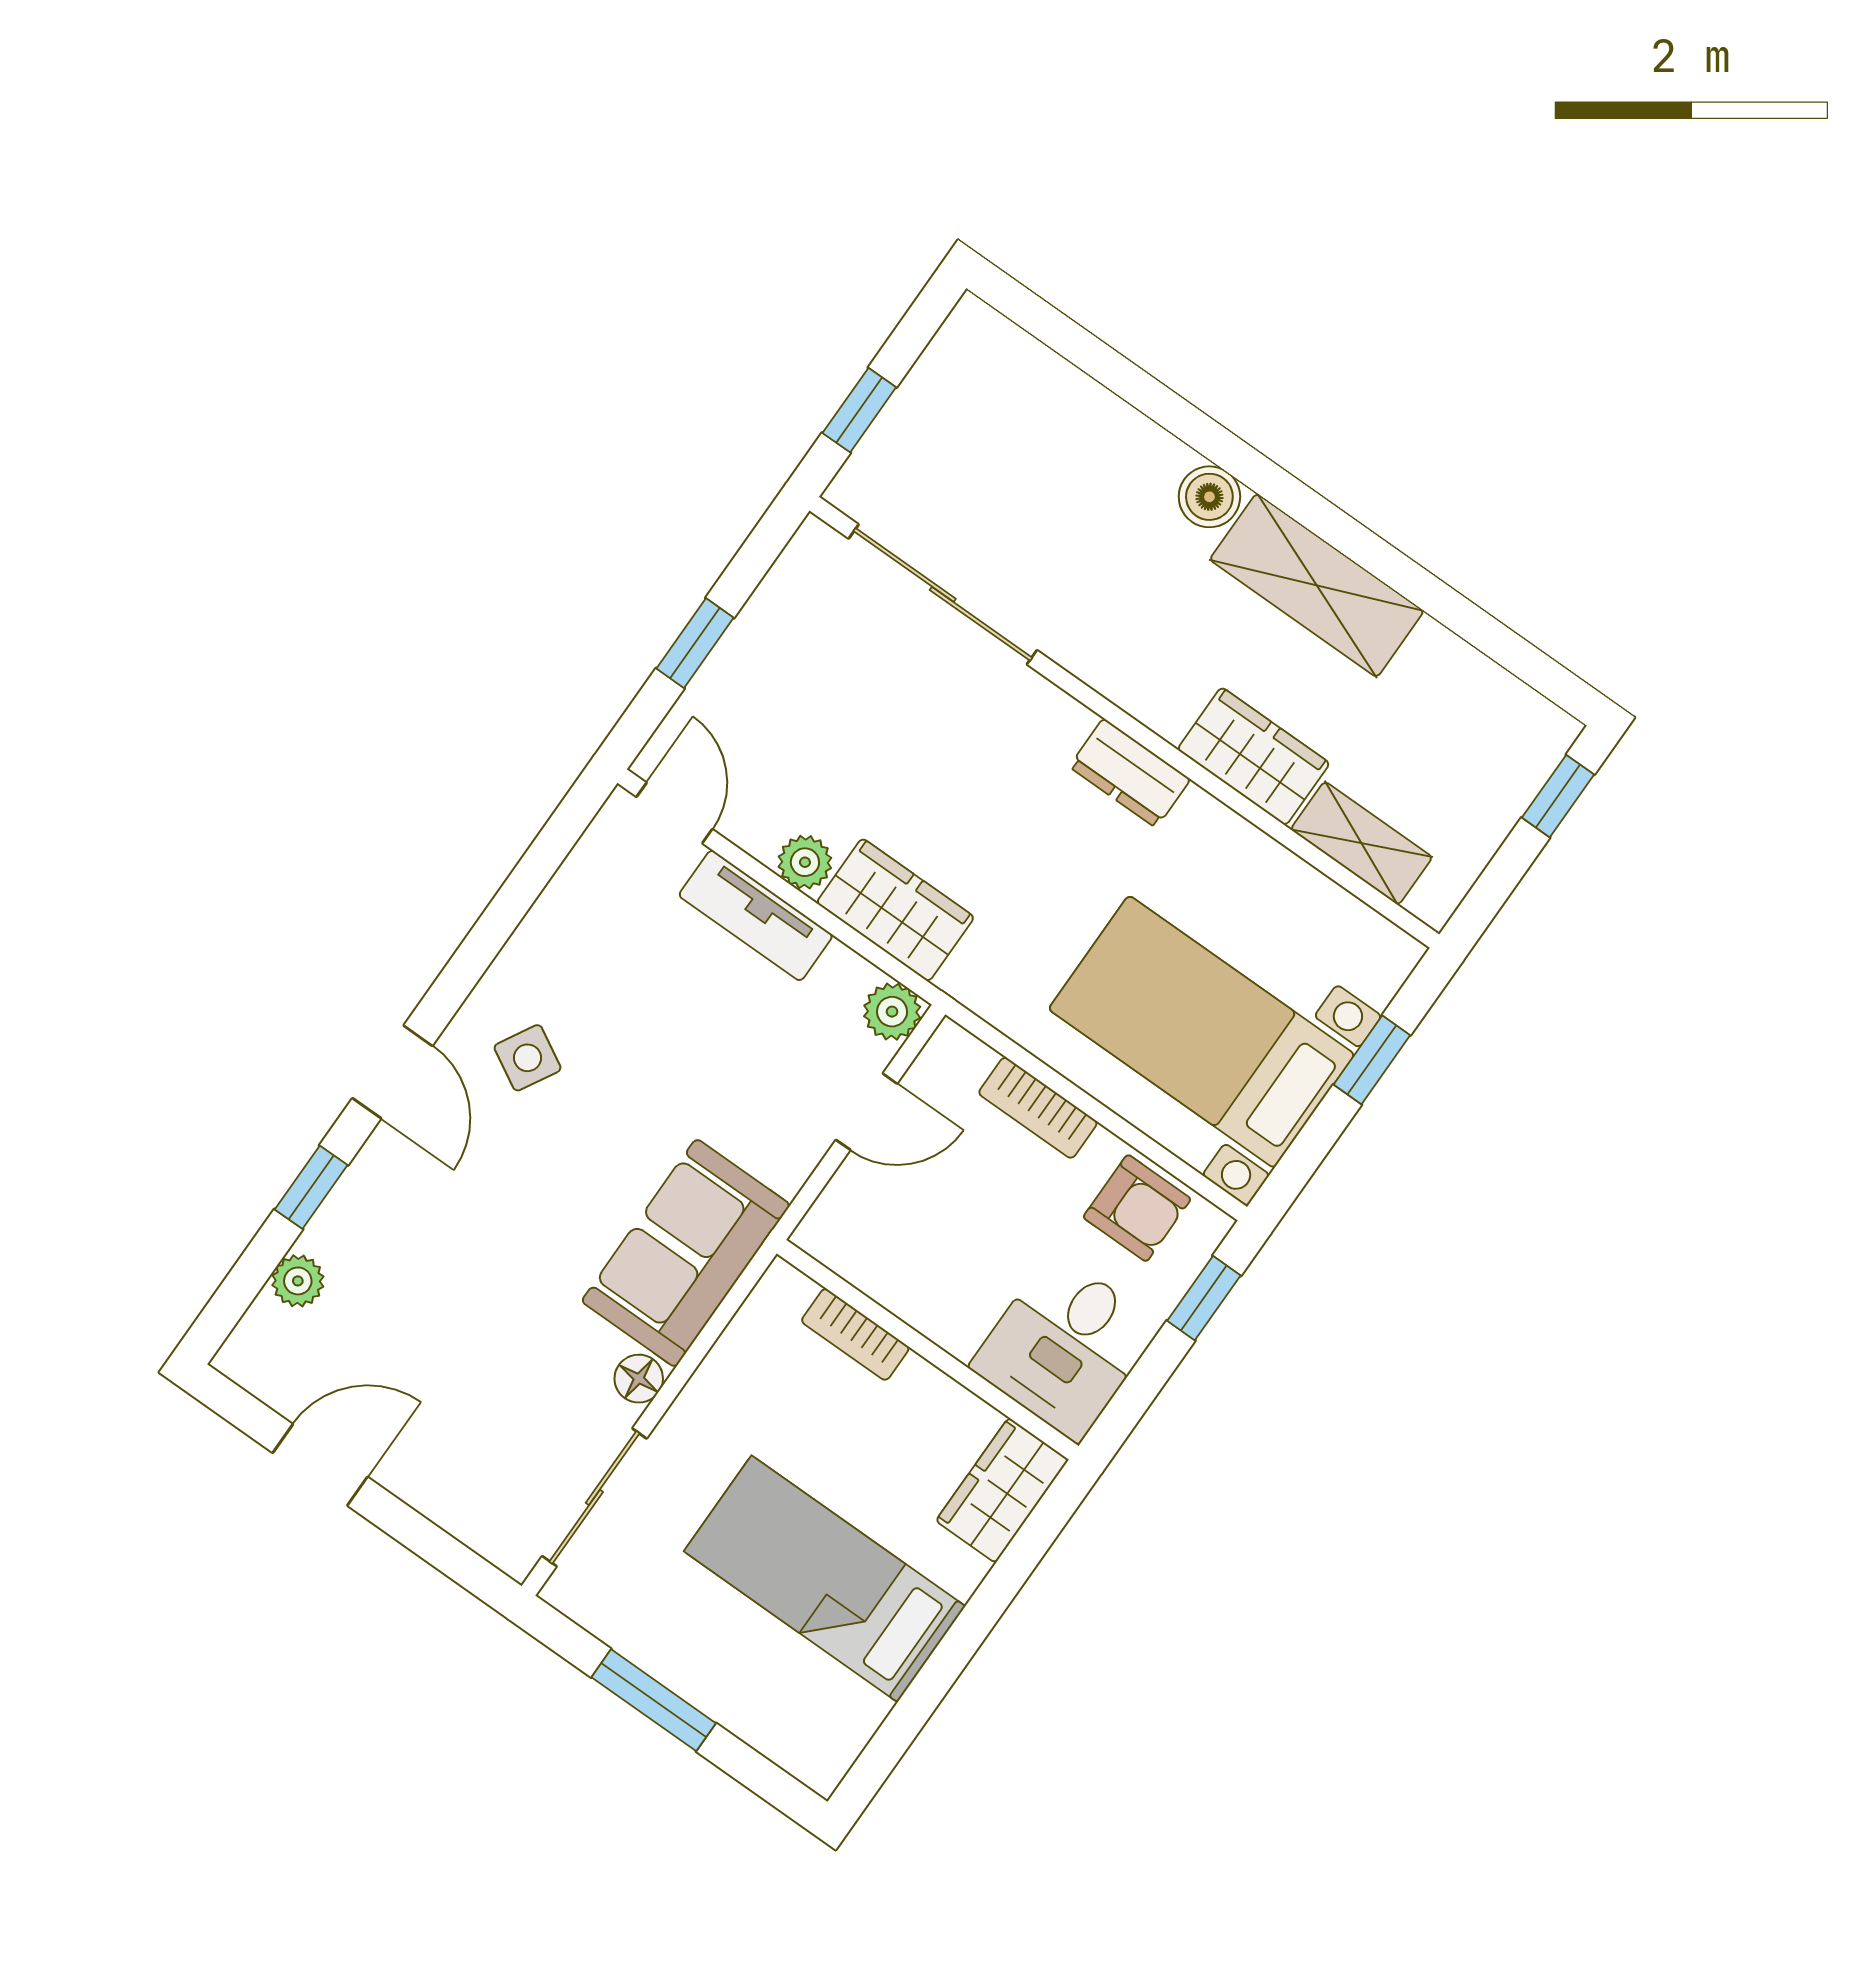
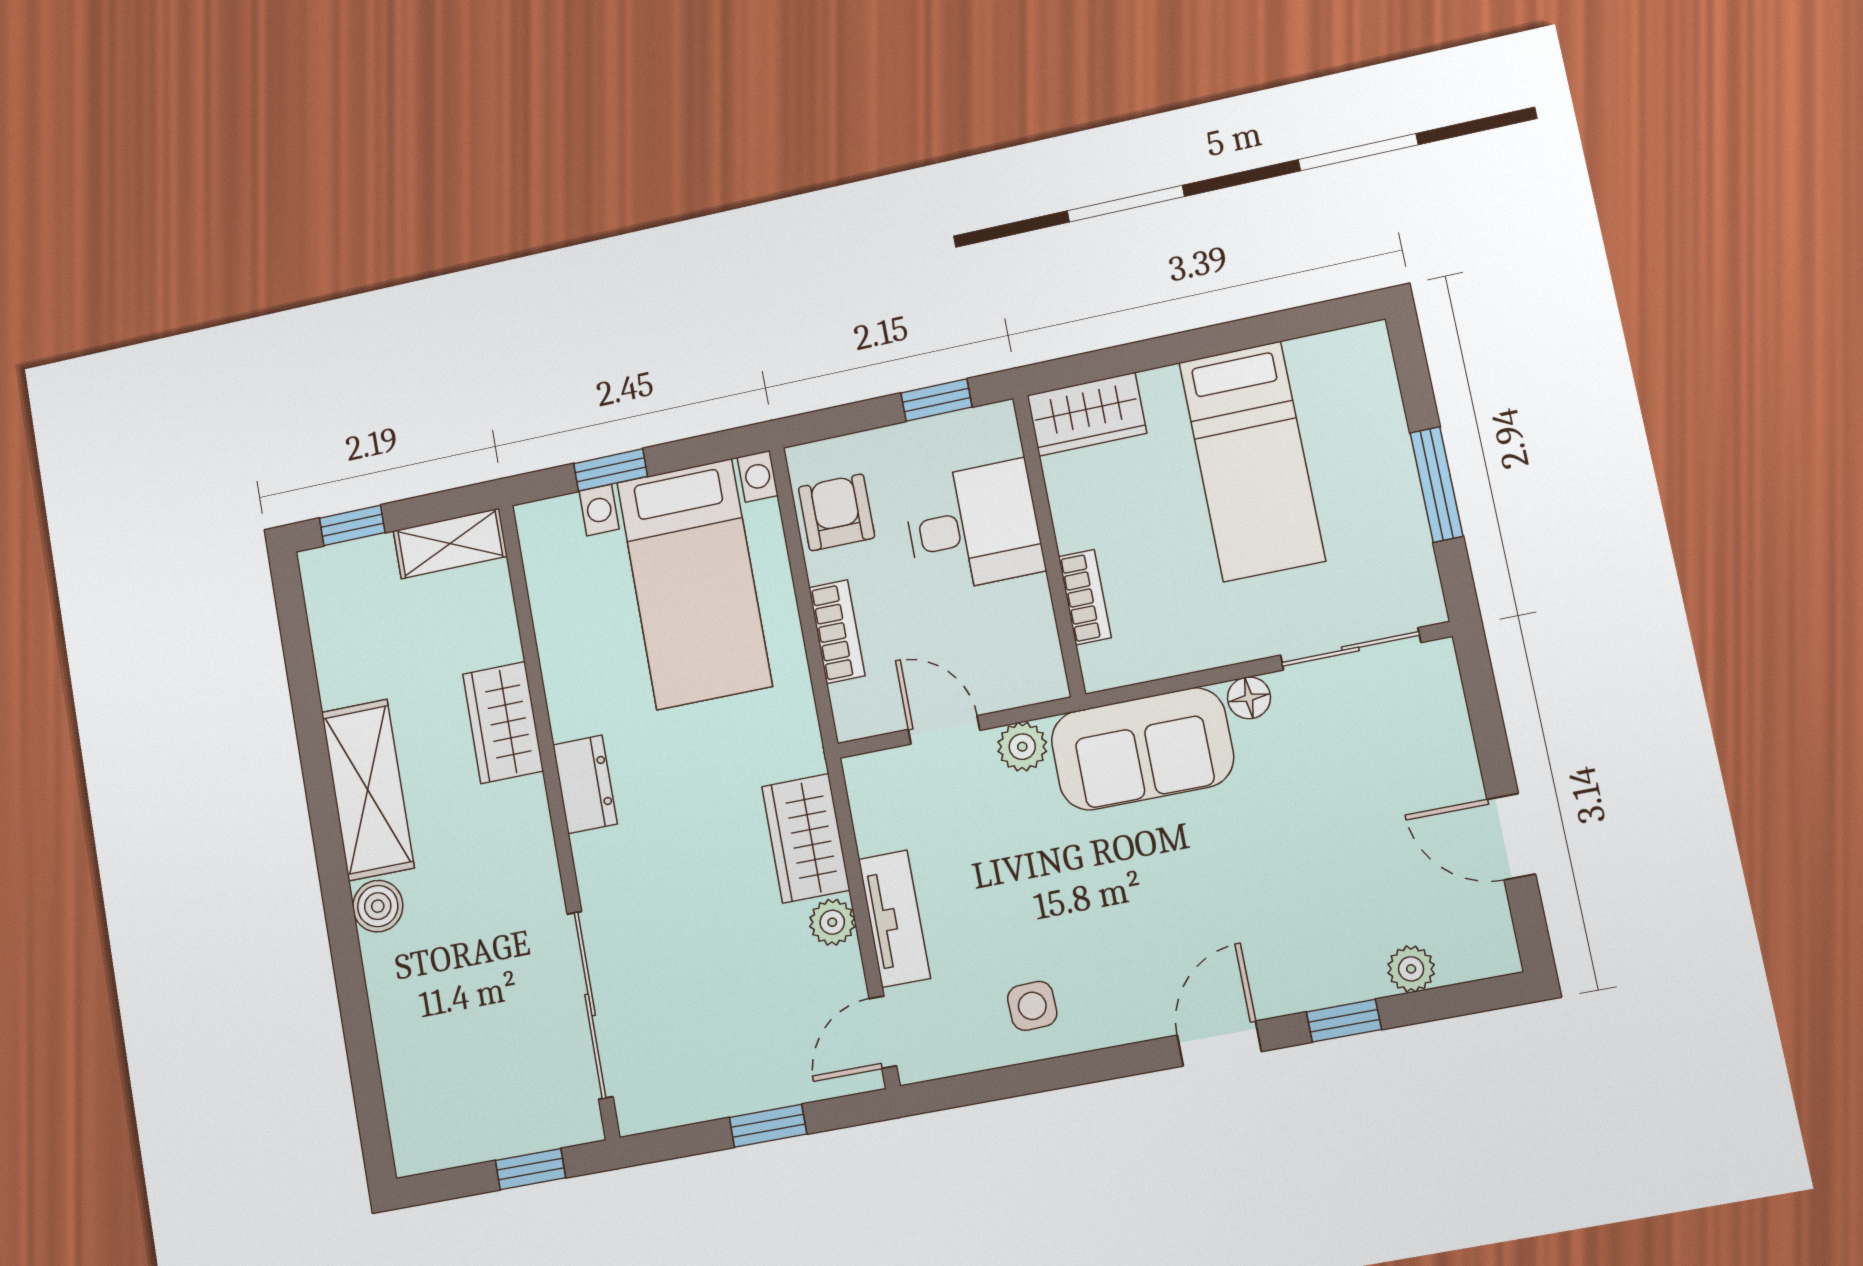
shelving: (1361, 843) -> (450, 544), moved, turned 90
plant: (892, 1012) -> (1022, 747), moved
side table: (528, 1058) -> (1032, 1006), moved, turned -31
window: (1204, 1298) -> (936, 400), moved
desk: (1065, 1346) -> (973, 527), moved

